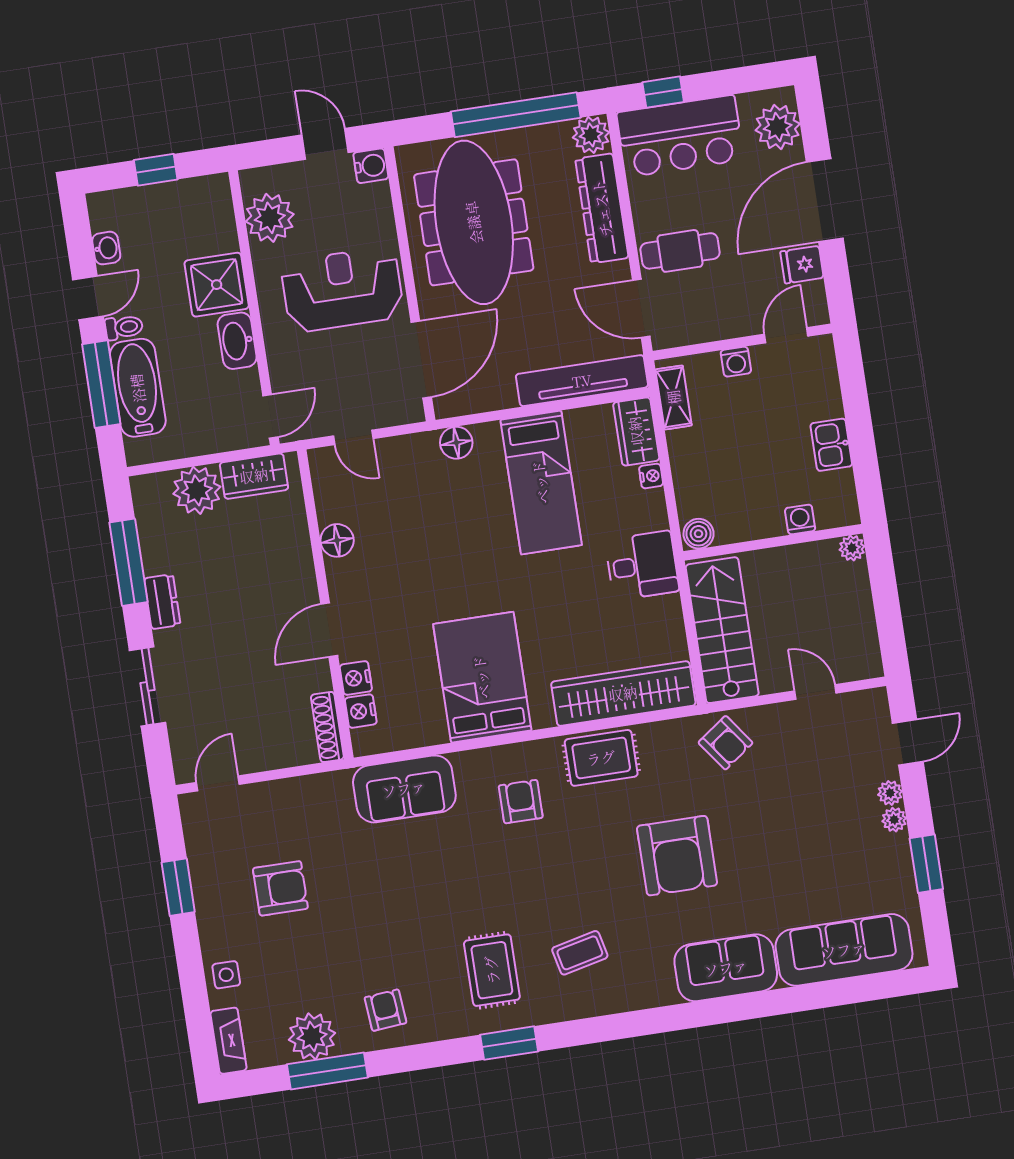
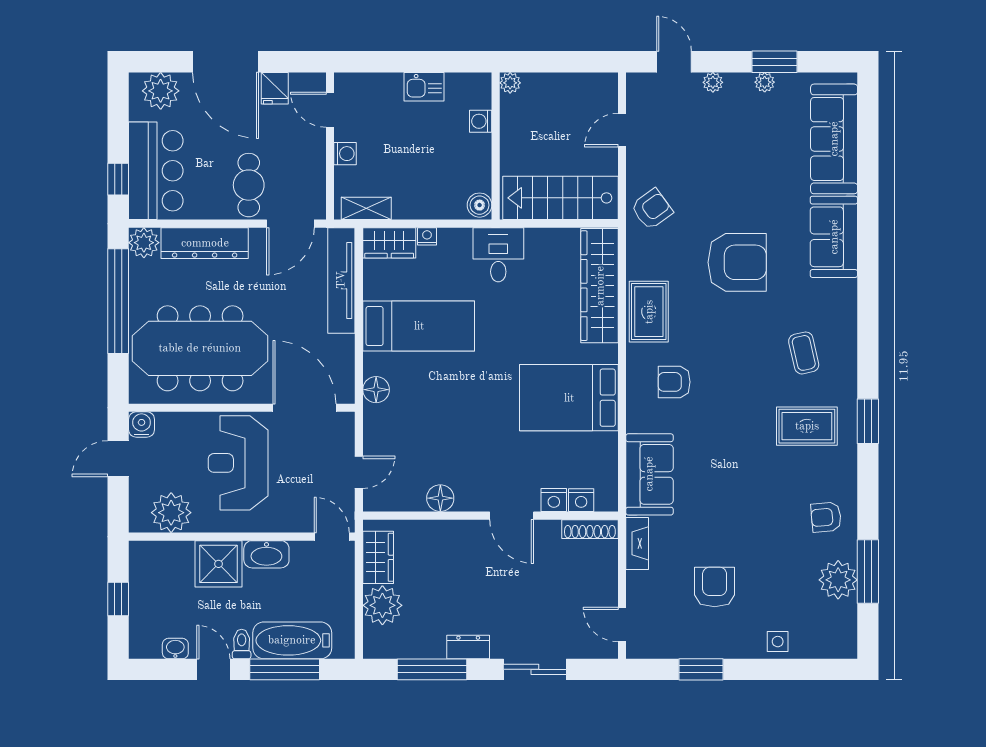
plant: (894, 820) -> (765, 82), moved
fireplace: (229, 1041) -> (637, 543), moved, turned 90

